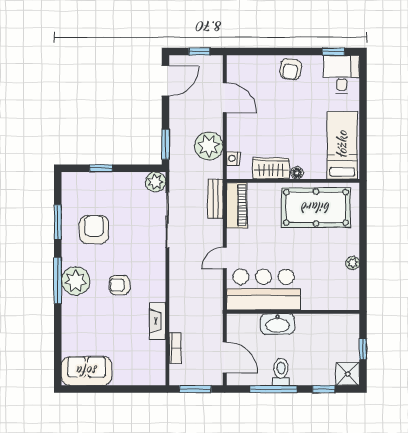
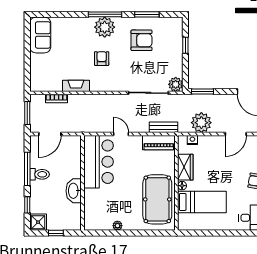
bed: (342, 145) -> (202, 202), moved
washbasin: (278, 324) -> (74, 191), moved

